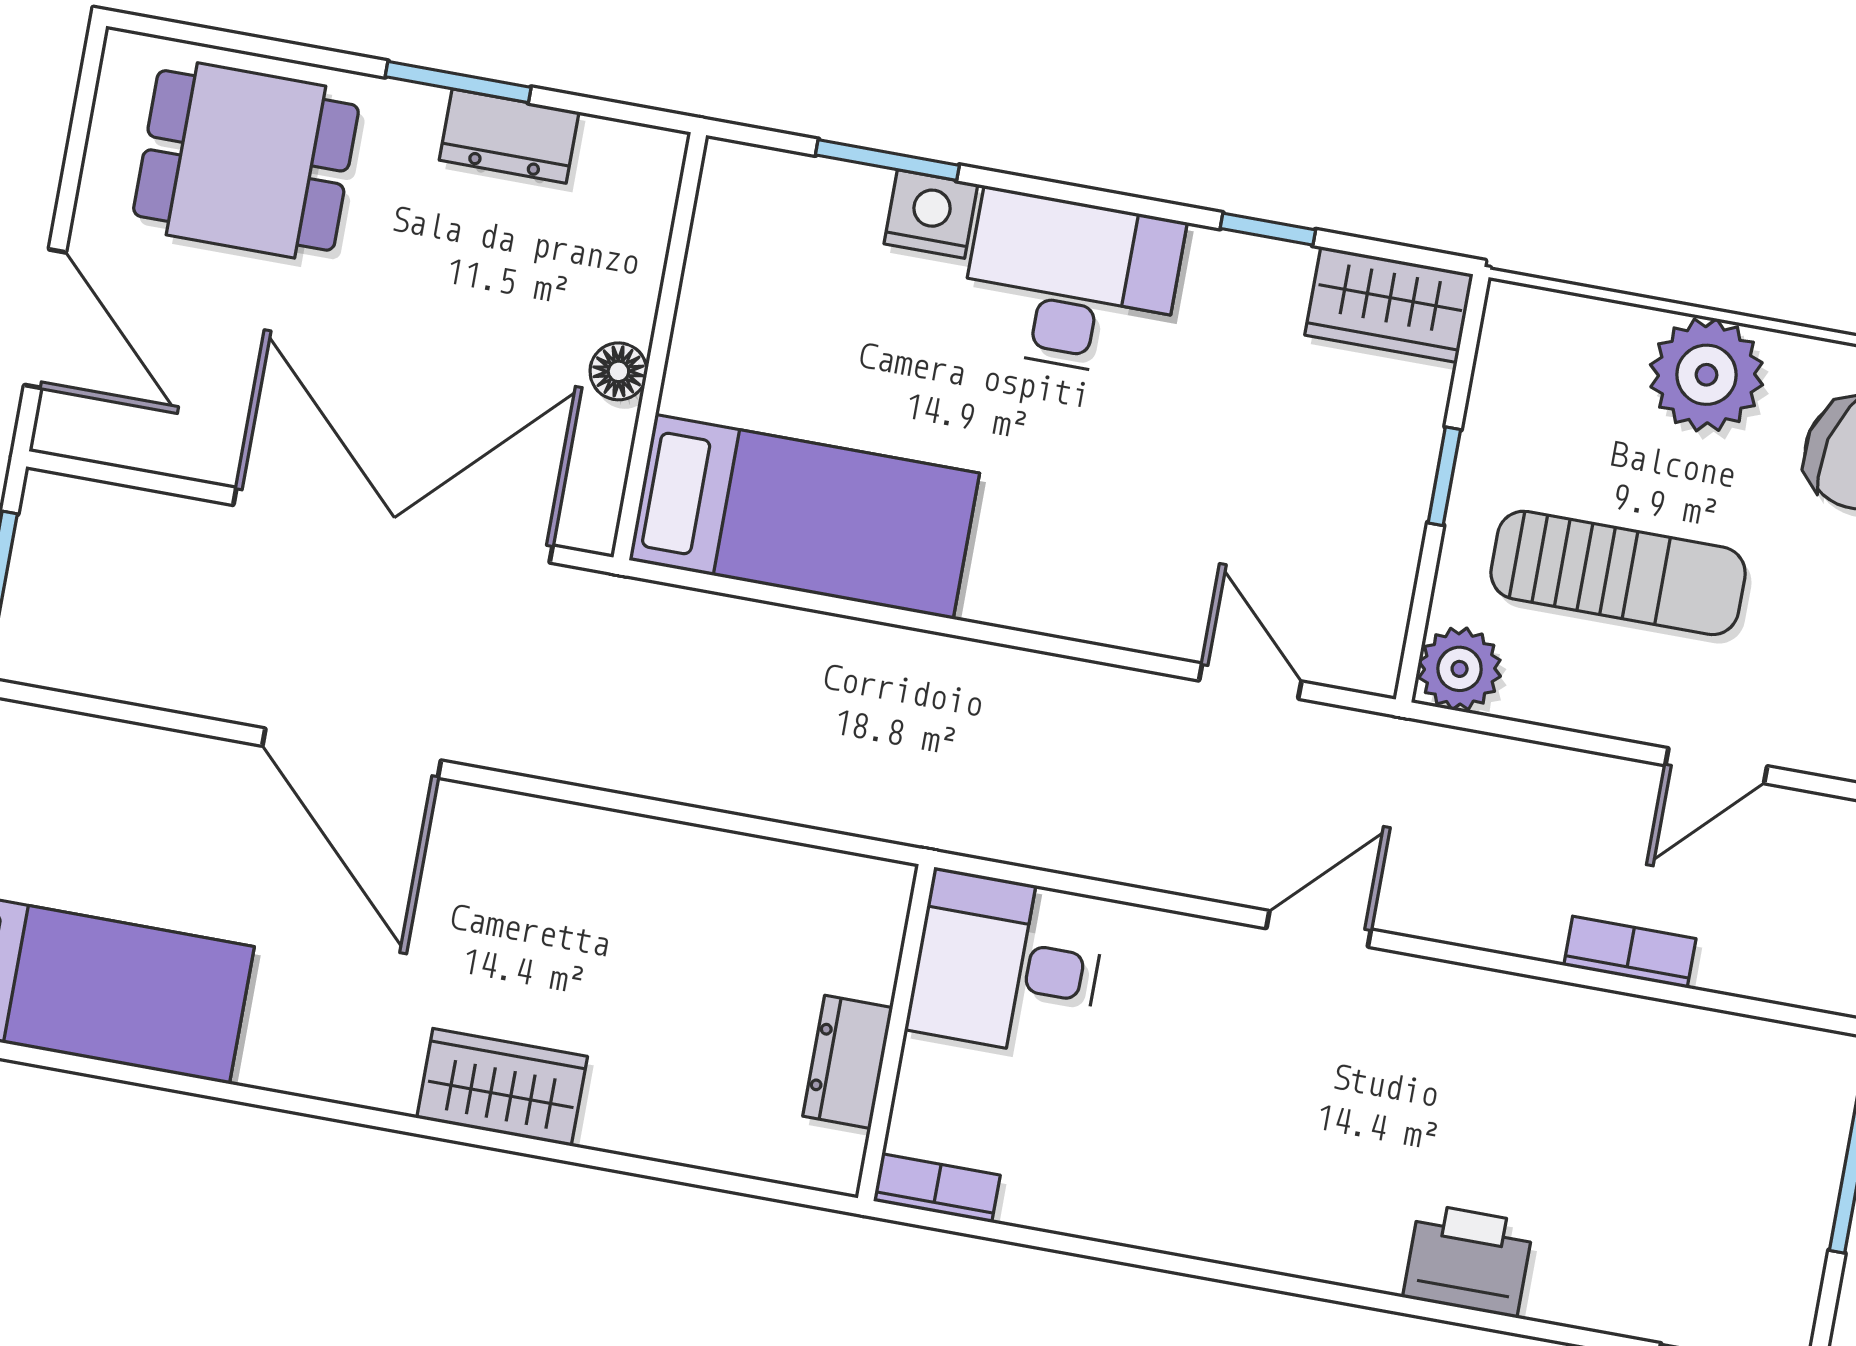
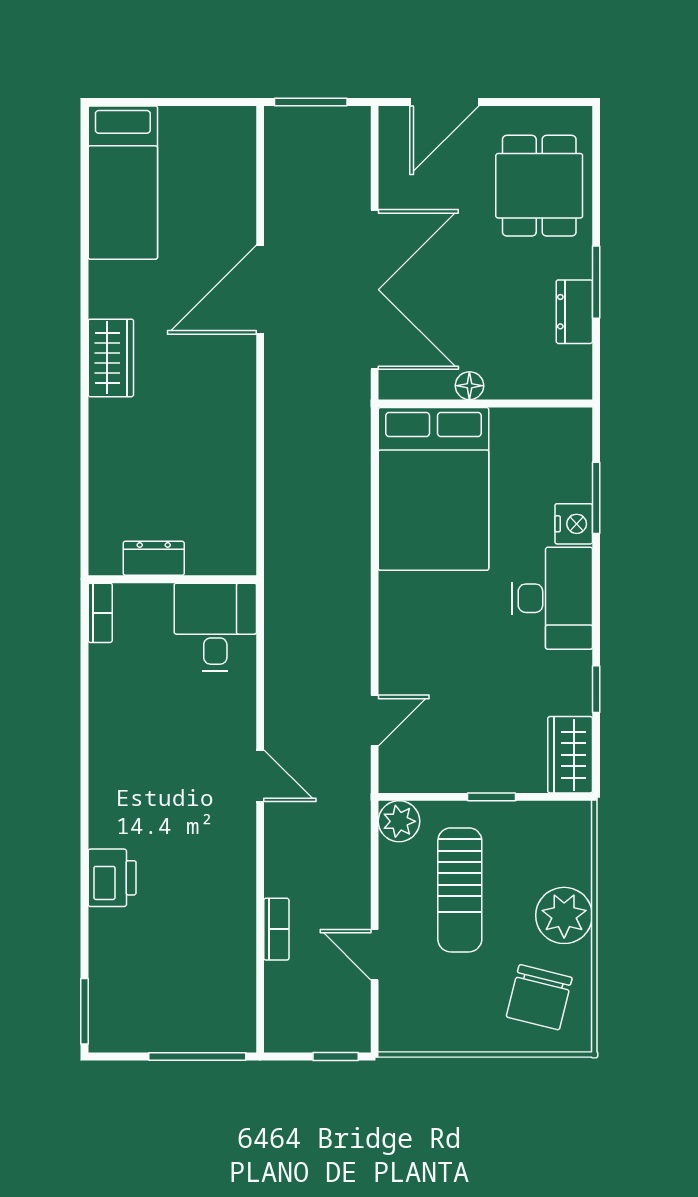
bed: (804, 517) -> (434, 489), width x1.50
wardrobe: (502, 1087) -> (111, 358), moved

